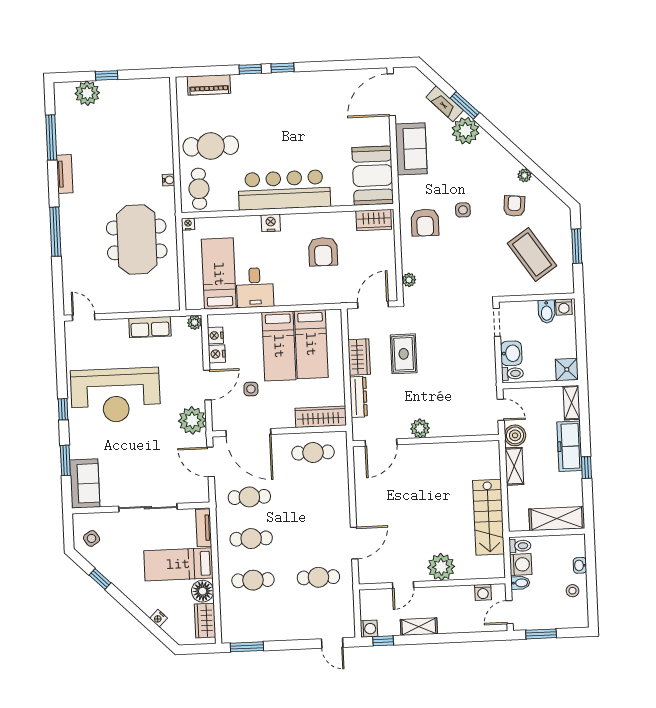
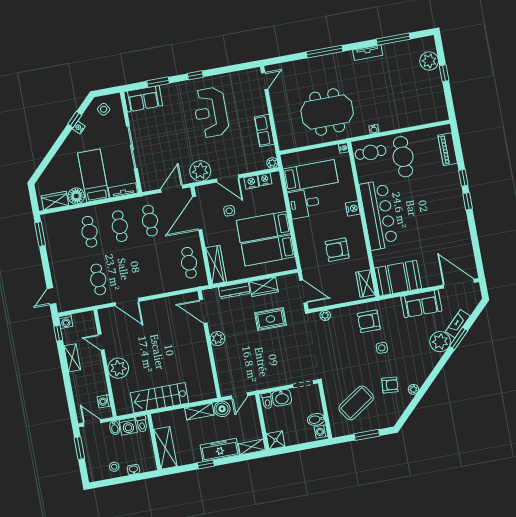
reception desk: (116, 395) -> (211, 112), width x0.74, depth x0.77
nightstand: (158, 618) -> (79, 128), moved

